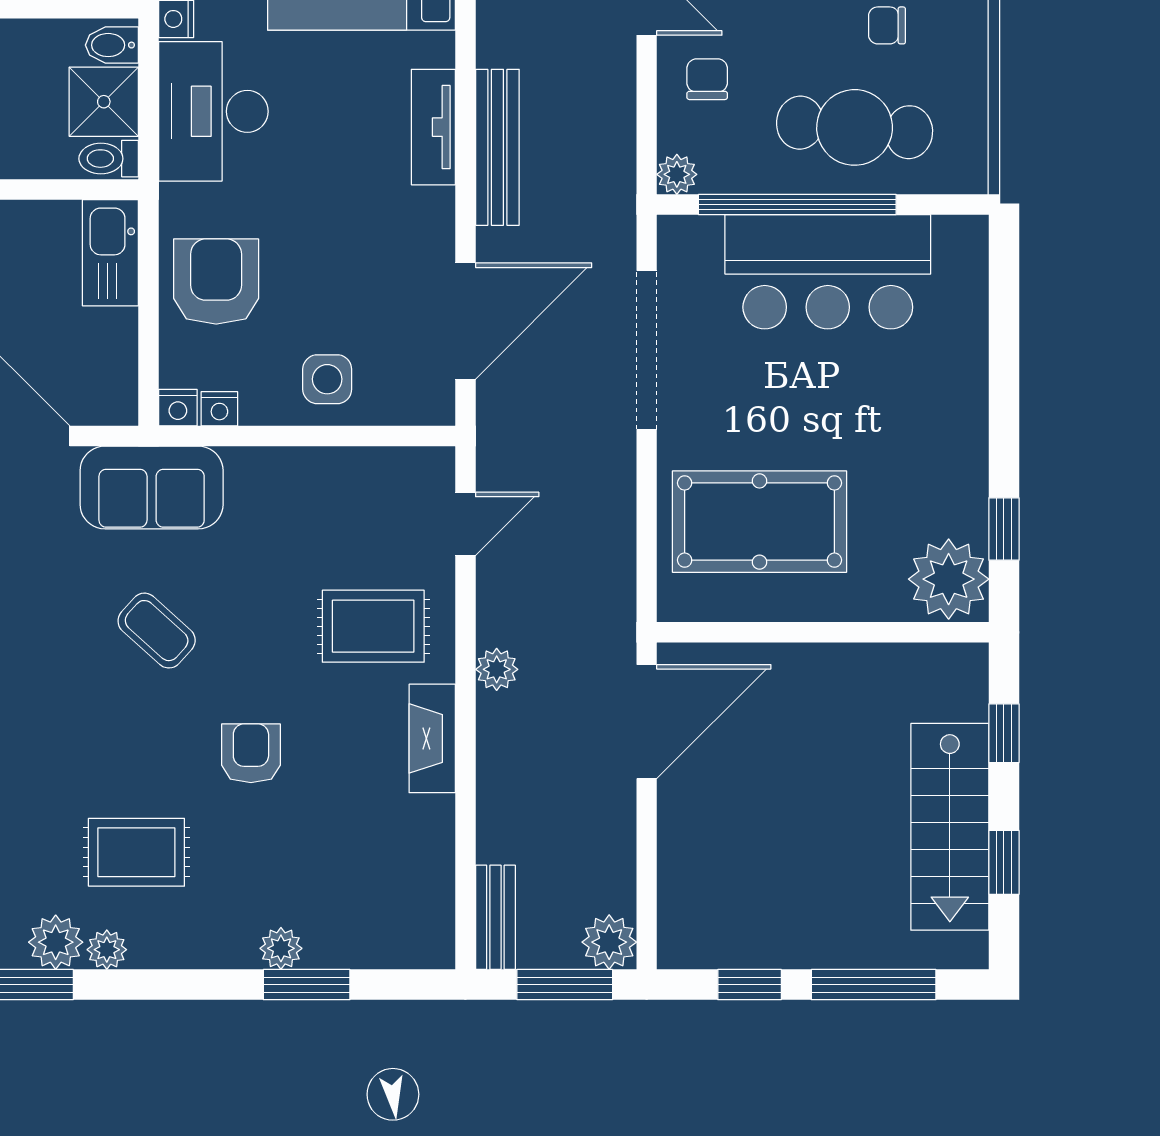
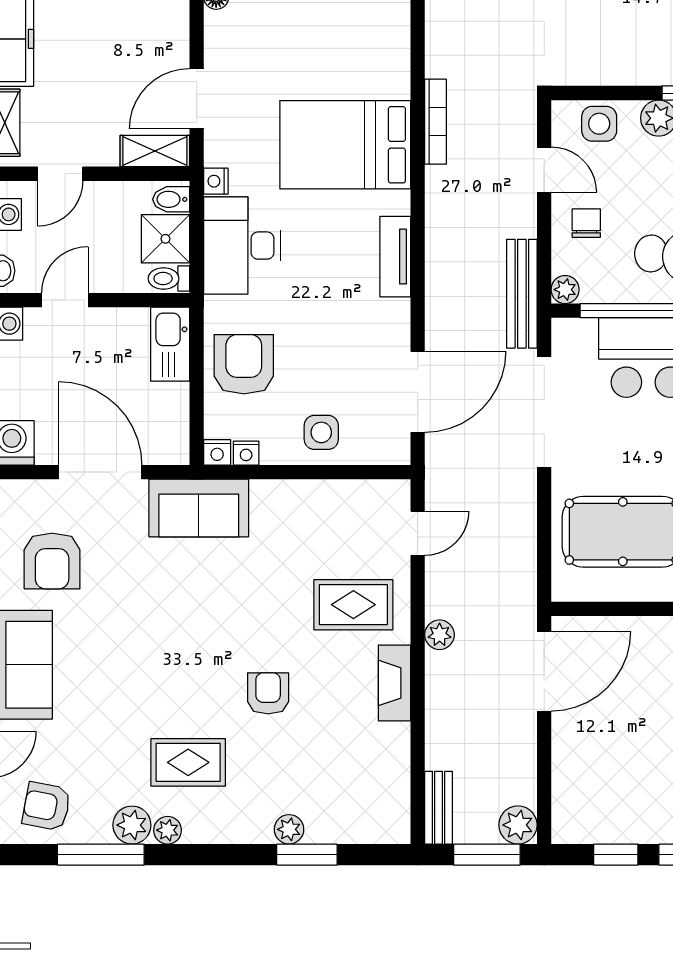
bench: (497, 147) -> (522, 294), moved
coffee table: (157, 631) -> (202, 608), removed

